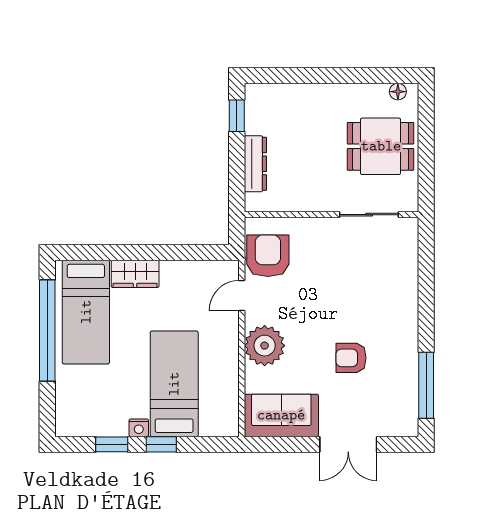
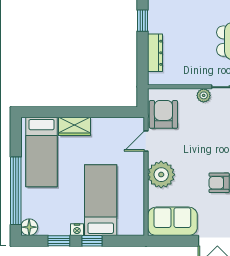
plant: (328, 227) -> (204, 95), added
window: (47, 331) -> (16, 191), moved
floor lamp: (67, 424) -> (29, 227), added

